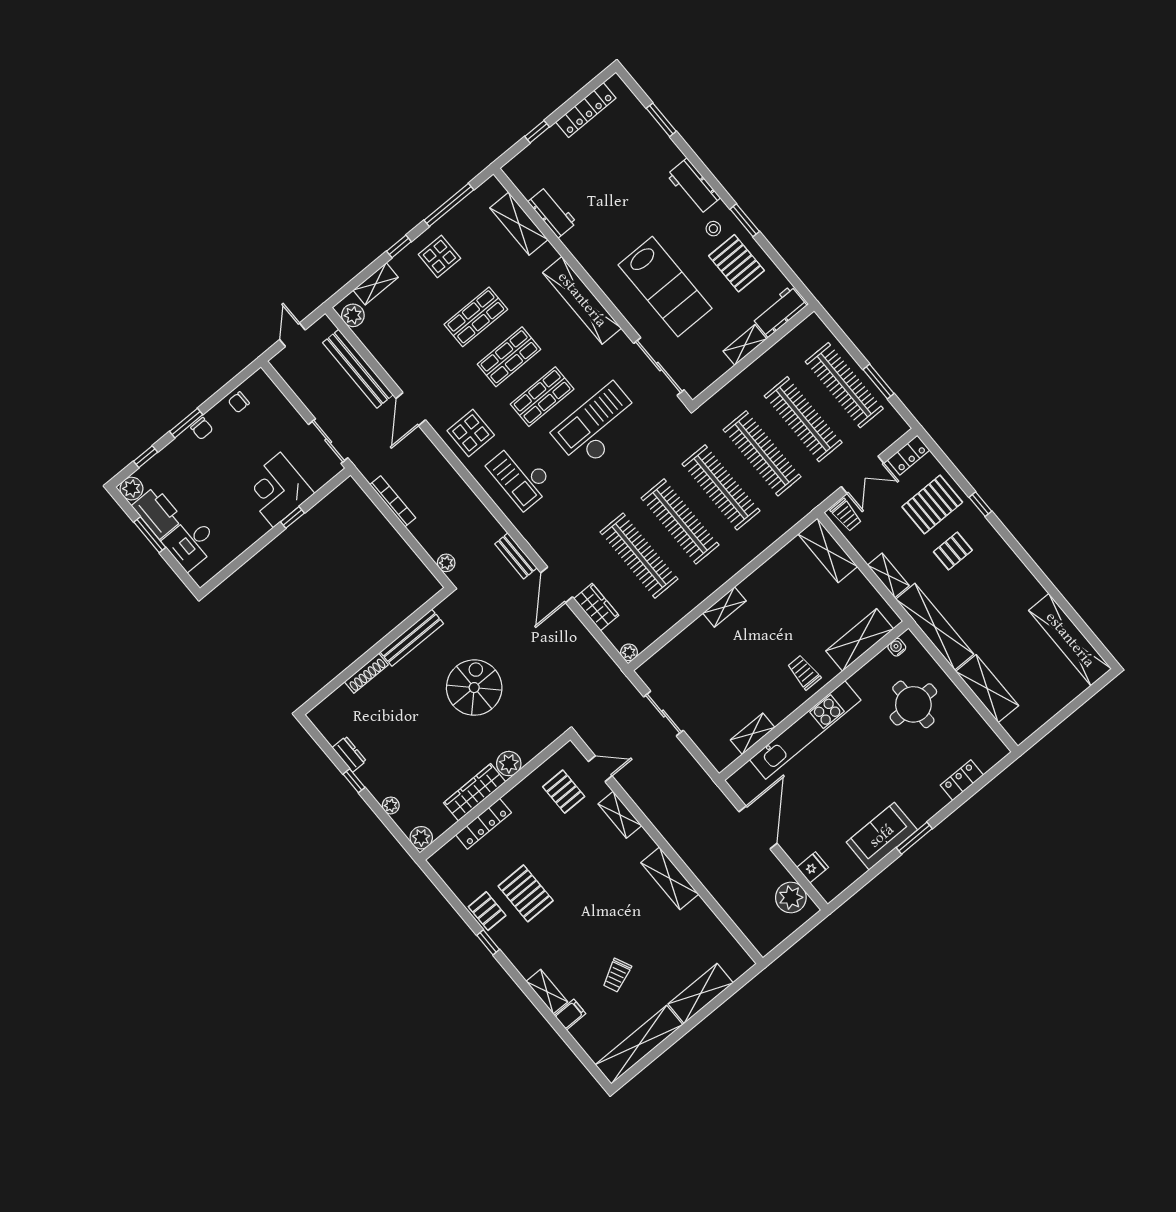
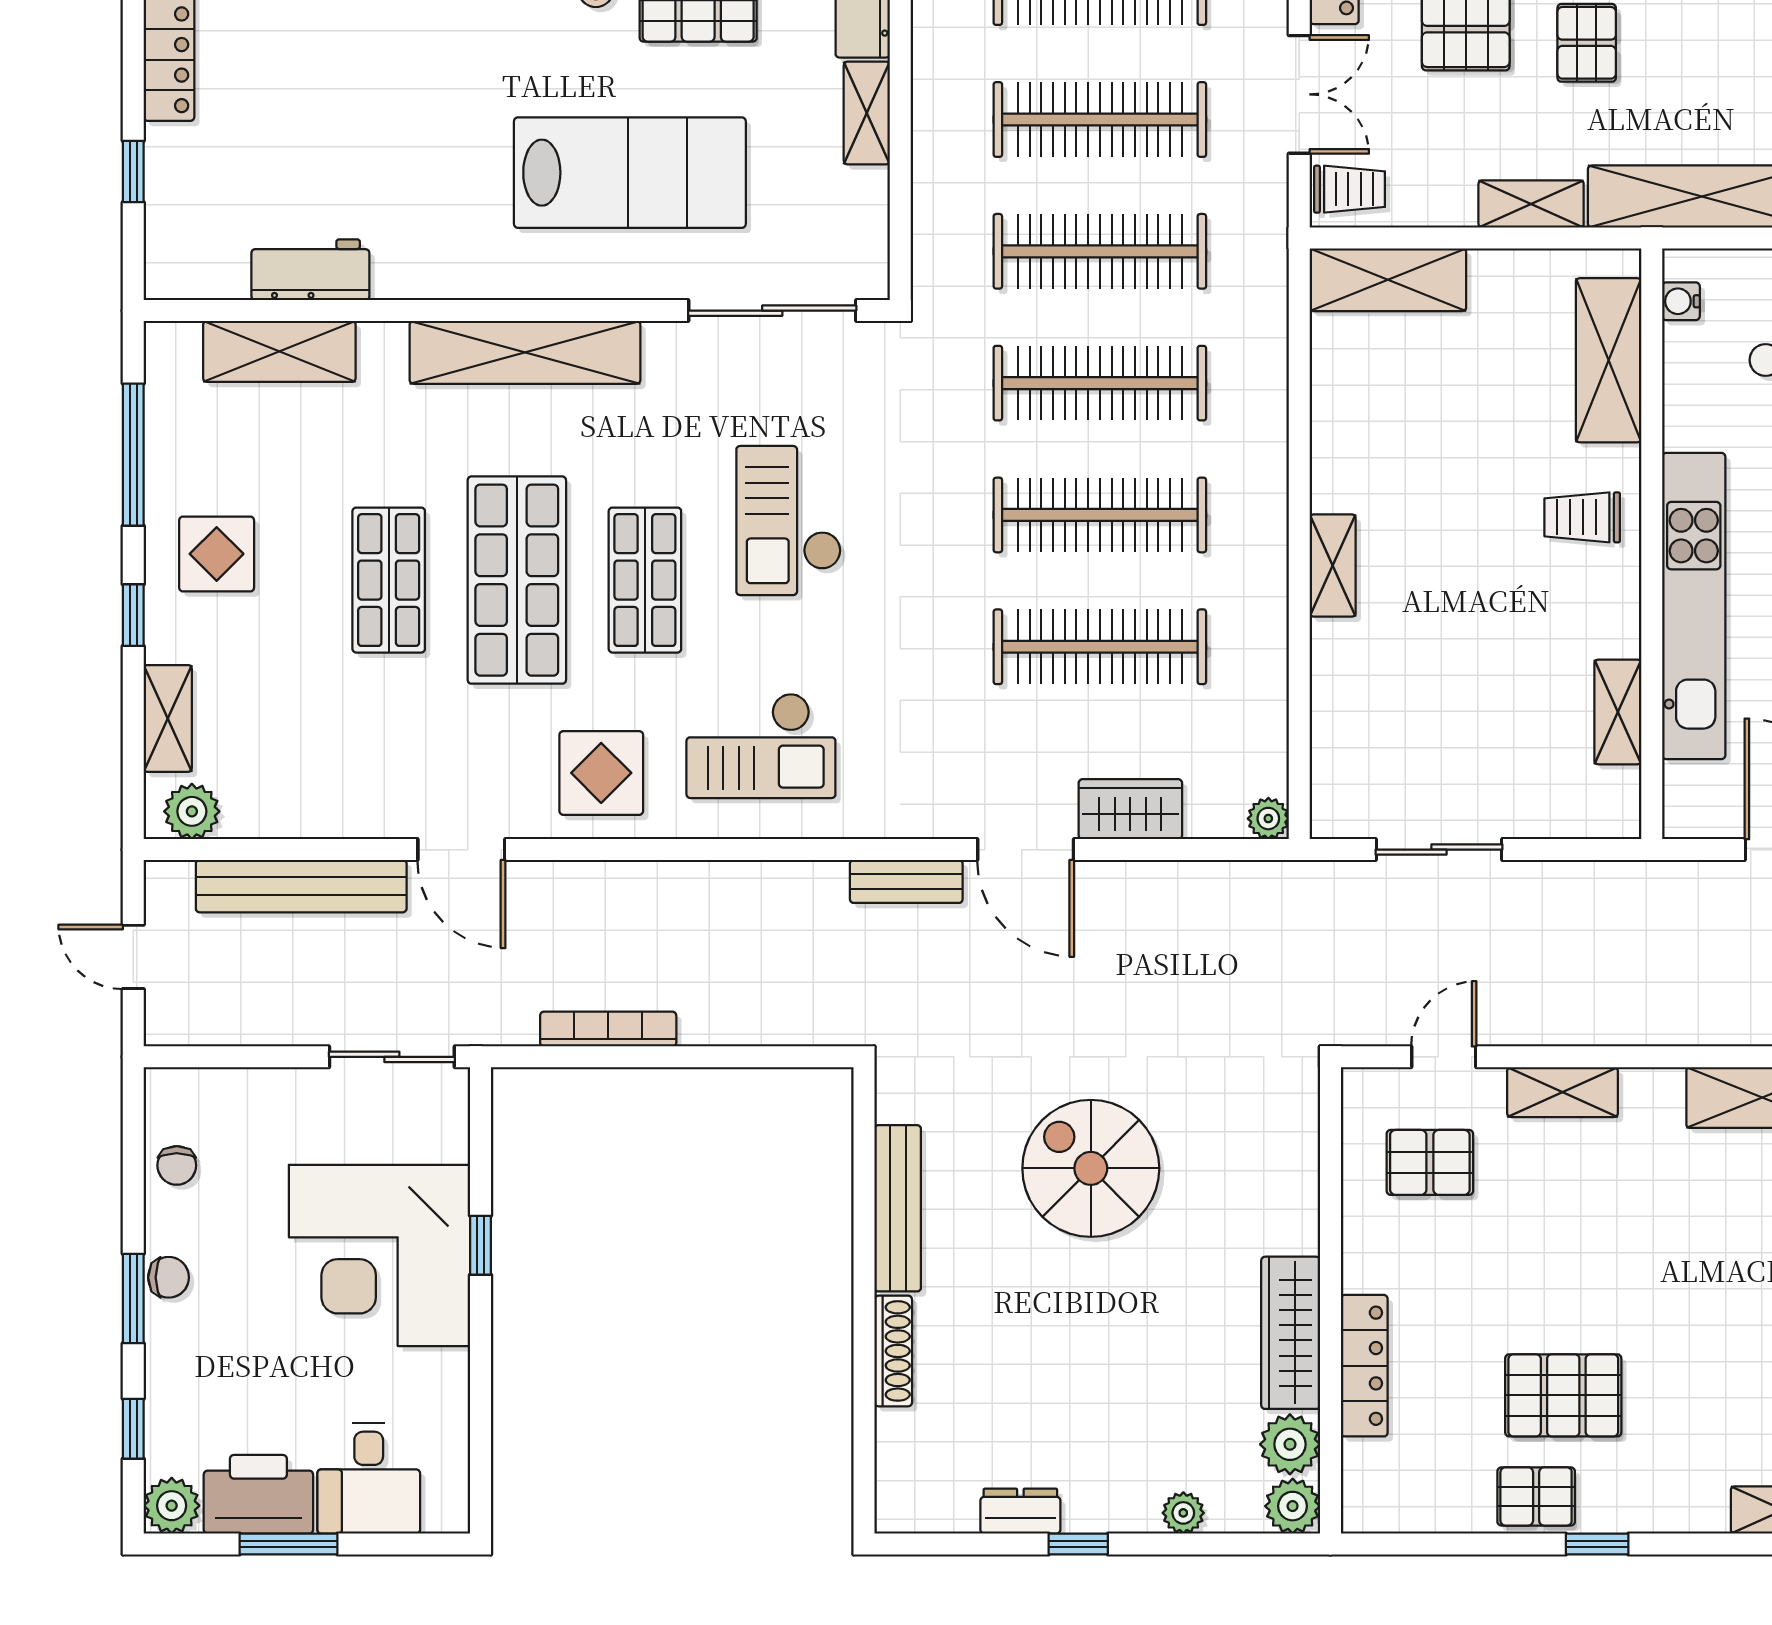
shop shelf: (509, 357) -> (517, 580), width x1.43, depth x1.36
checkout: (598, 426) -> (789, 521), width x0.73, depth x0.83
corner desk: (277, 490) -> (379, 1255), width x1.36, depth x1.36
plant: (446, 563) -> (810, 1025), removed
plant: (509, 764) -> (1290, 1444), moved

